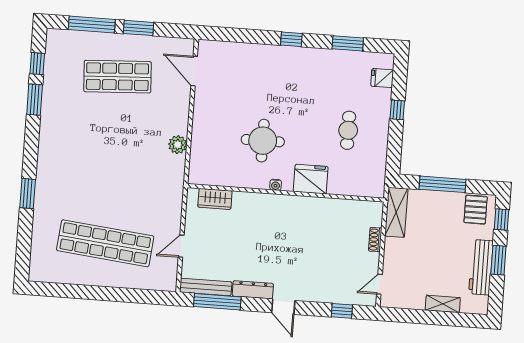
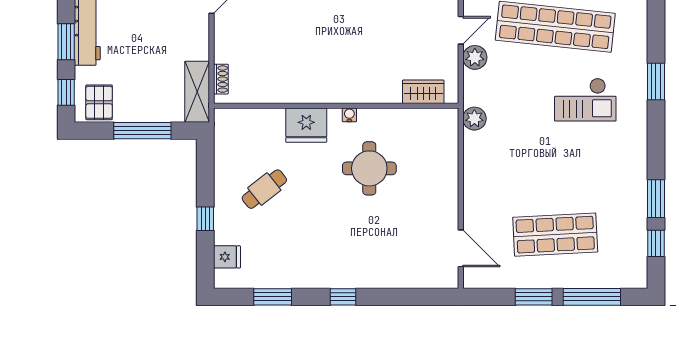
cafe table: (348, 130) -> (264, 189), turned 52
plant: (178, 145) -> (474, 119), moved
checkout: (85, 183) -> (585, 100), added
plant: (172, 223) -> (475, 57), added
shoe rack: (375, 240) -> (221, 79), moved

